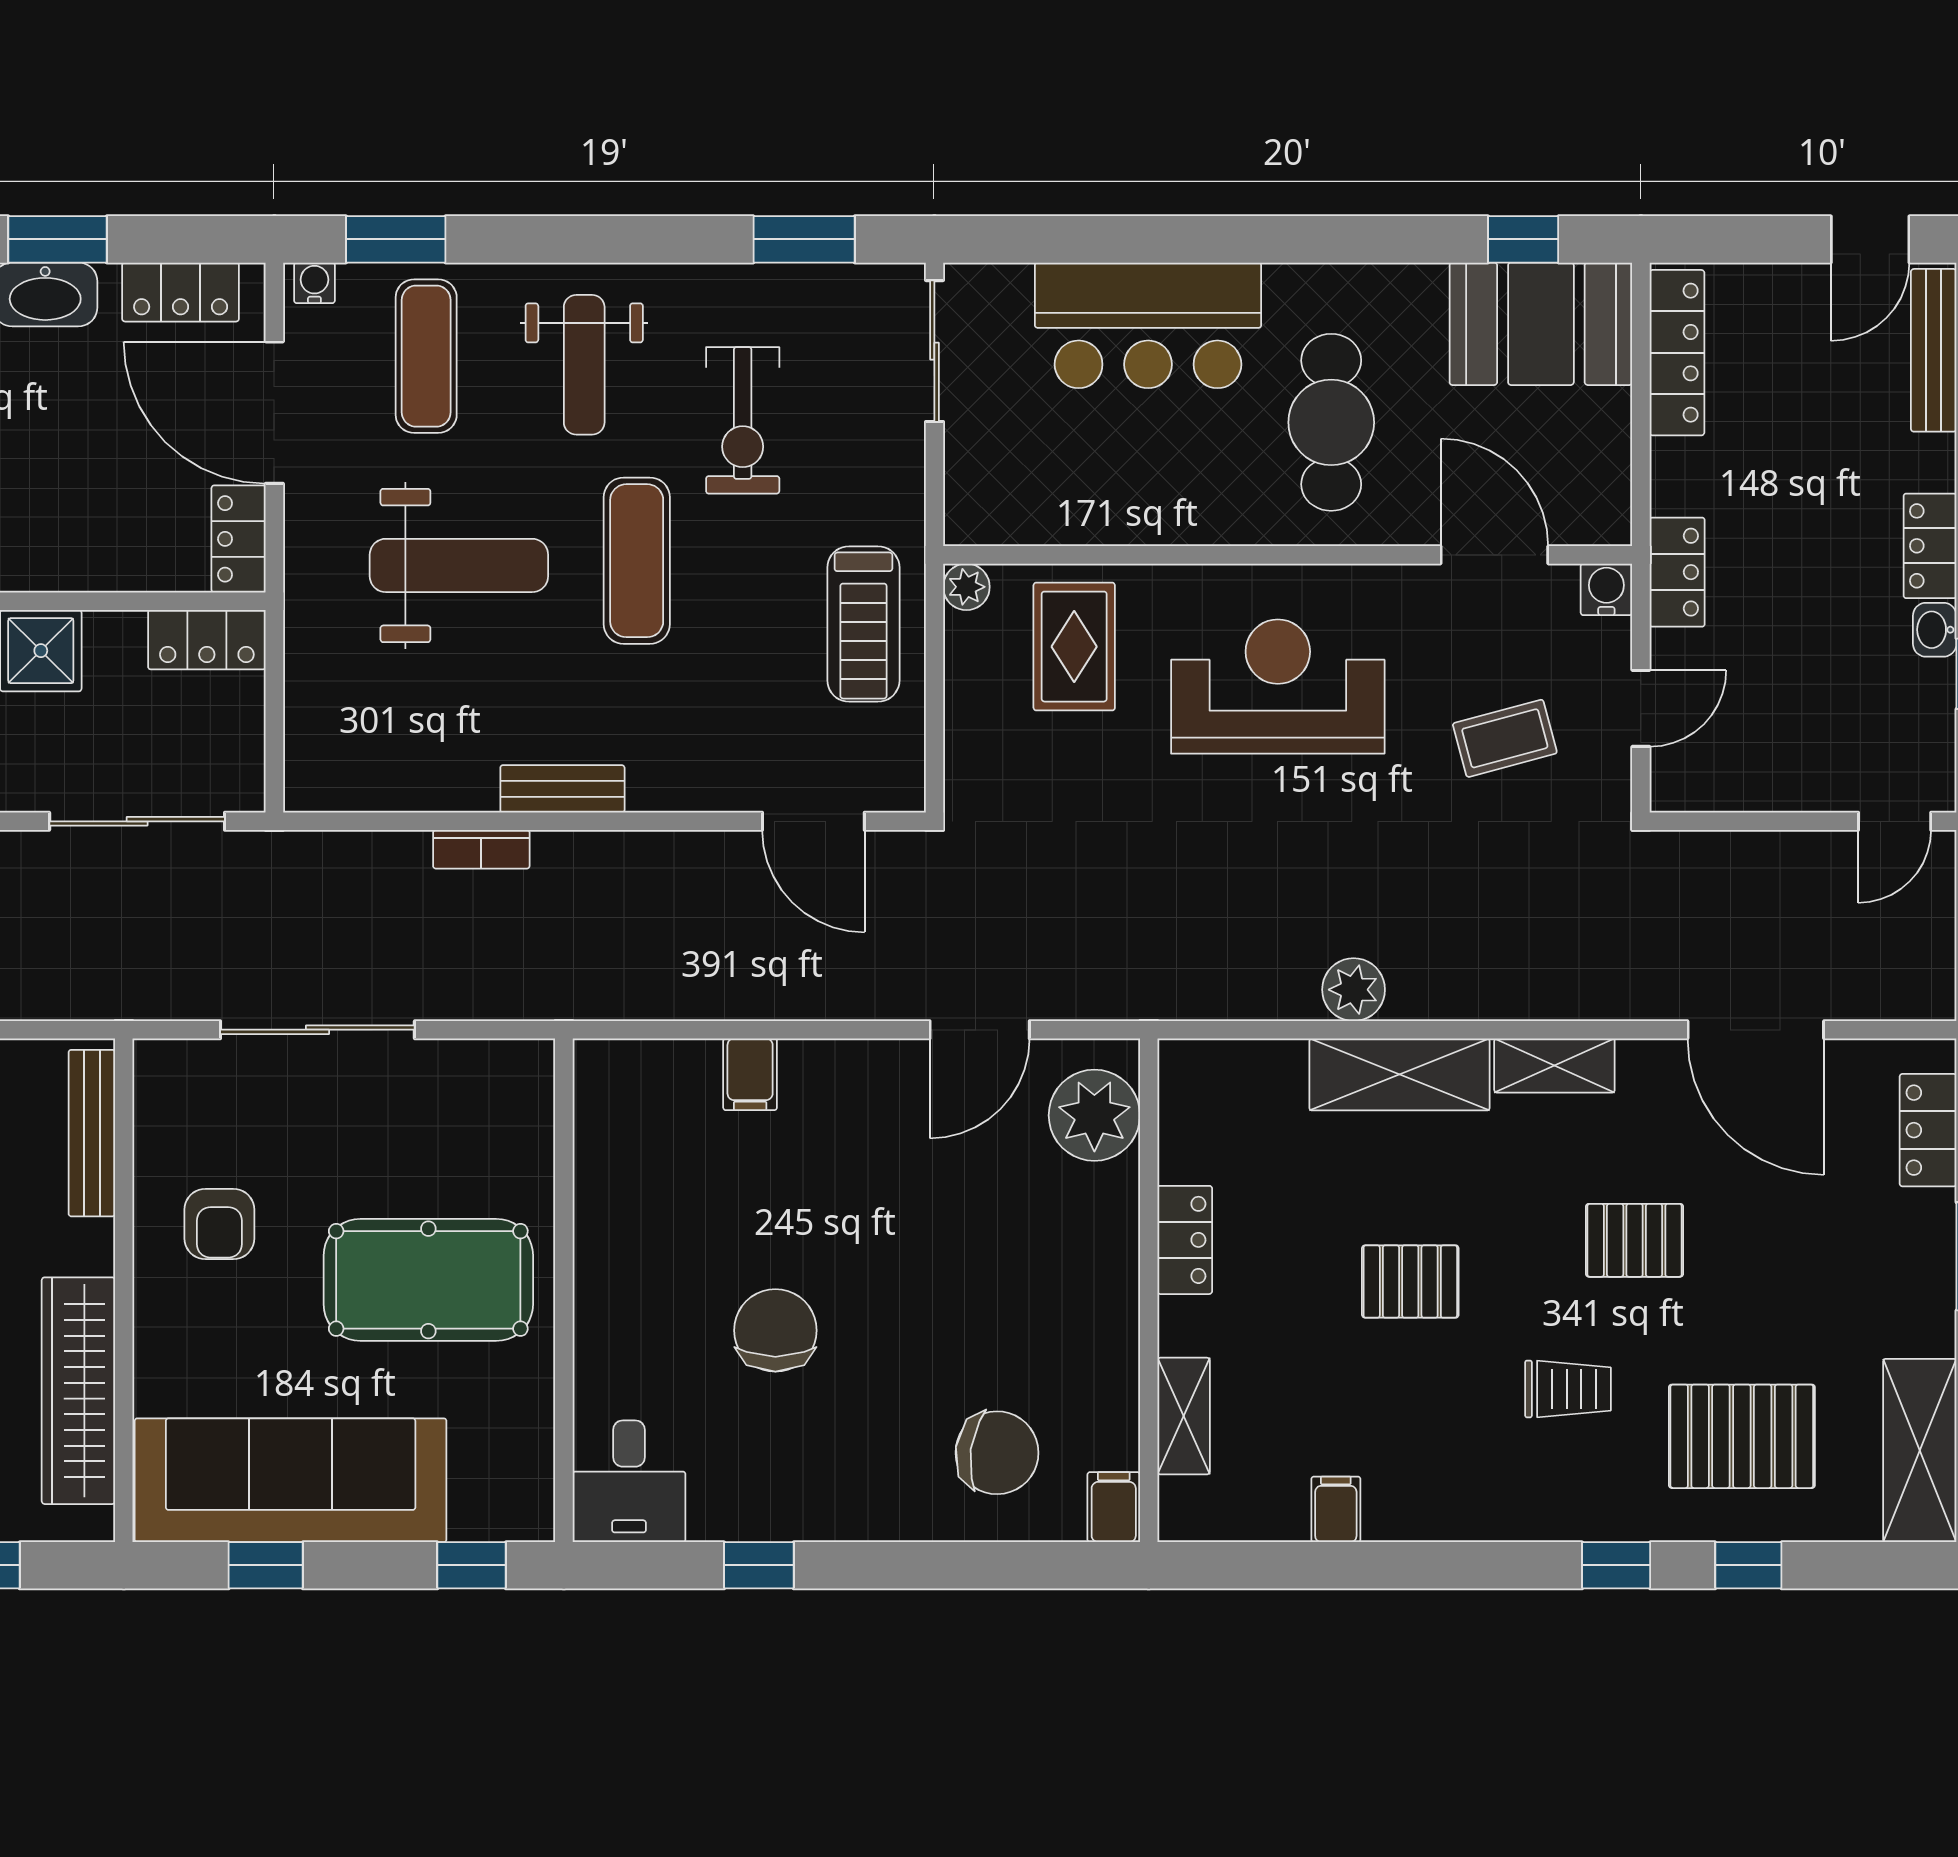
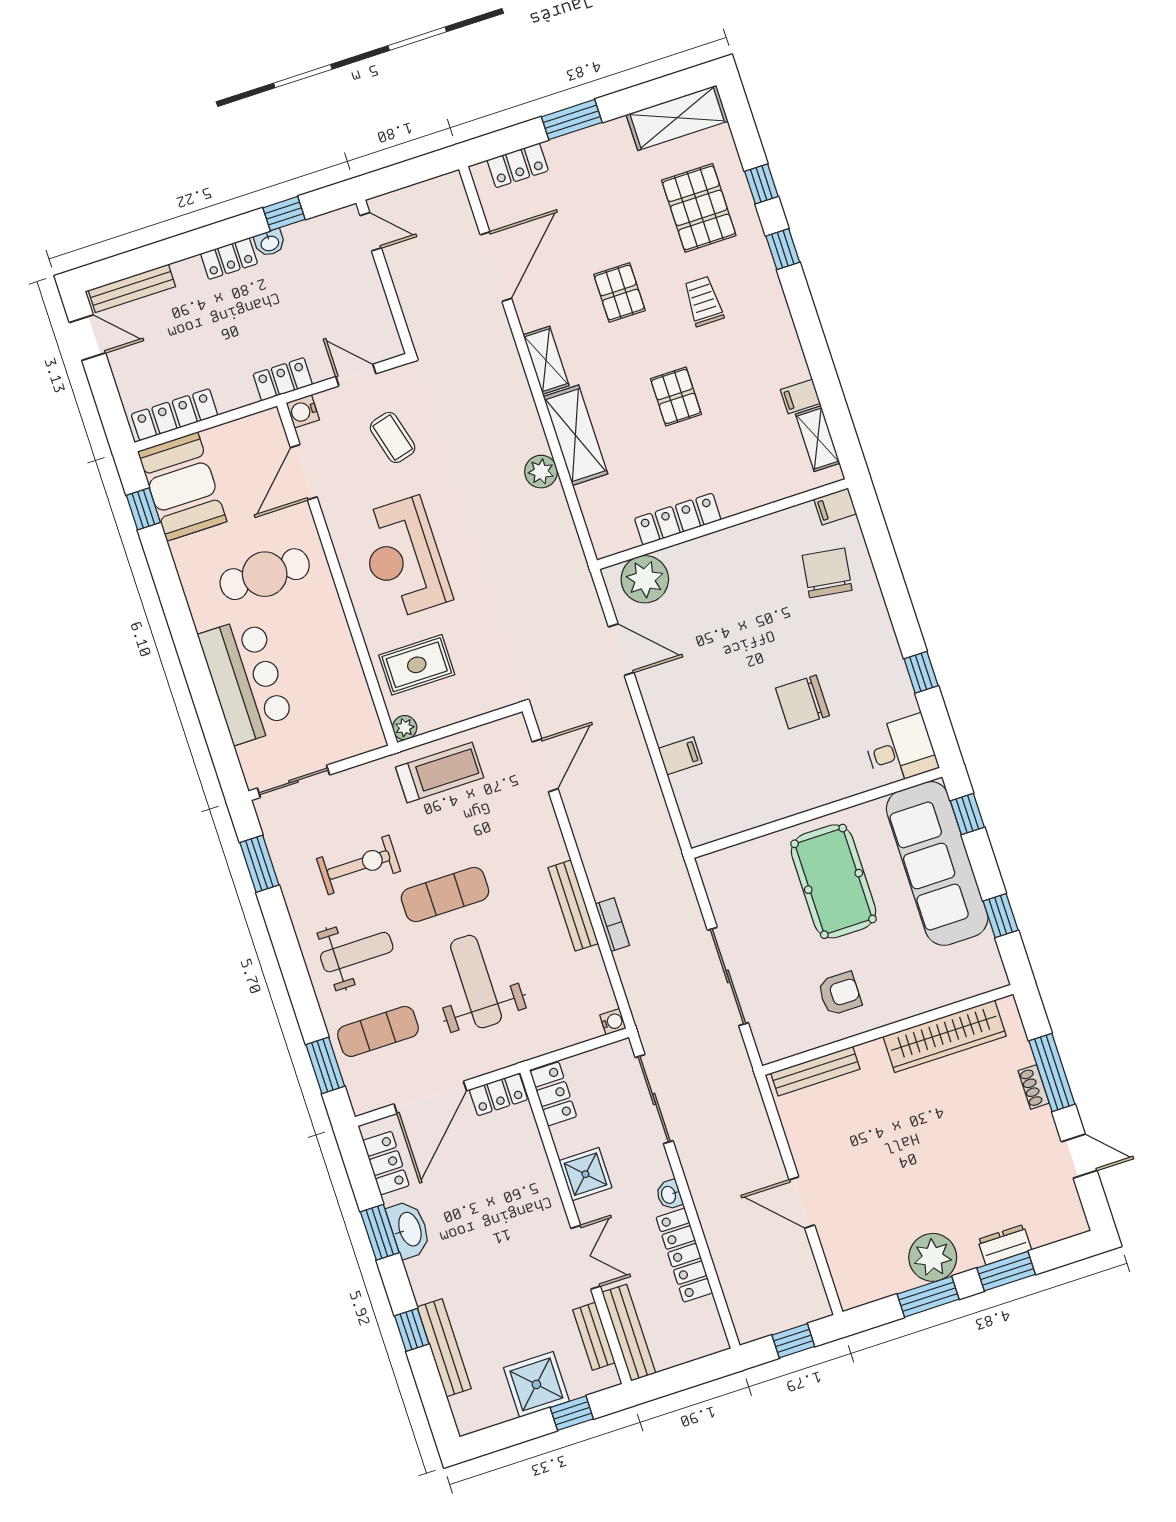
water cooler: (314, 283) -> (613, 1022), moved, turned 180
bench: (562, 789) -> (573, 906), width x1.36
locker: (1185, 1240) -> (678, 519), width x1.53
shelving: (1184, 1416) -> (818, 439), moved, turned 90
sofa: (291, 1480) -> (937, 863), moved

